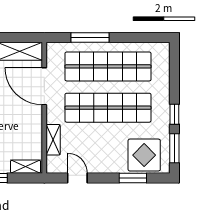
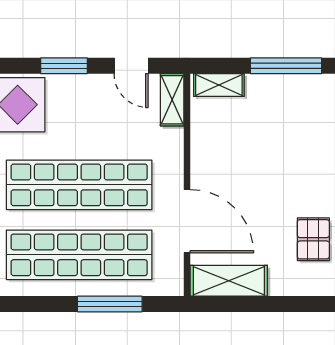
shelving: (53, 140) -> (172, 100), moved
window: (133, 178) -> (64, 66), moved

